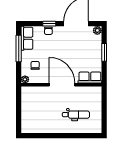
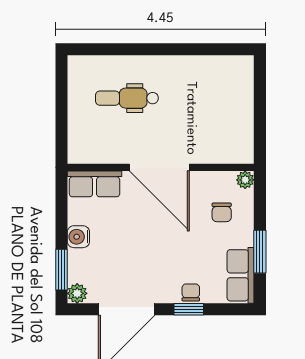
window: (19, 48) -> (260, 252), width x0.69
window: (104, 52) -> (61, 270), moved
water cooler: (97, 55) -> (78, 237), added

